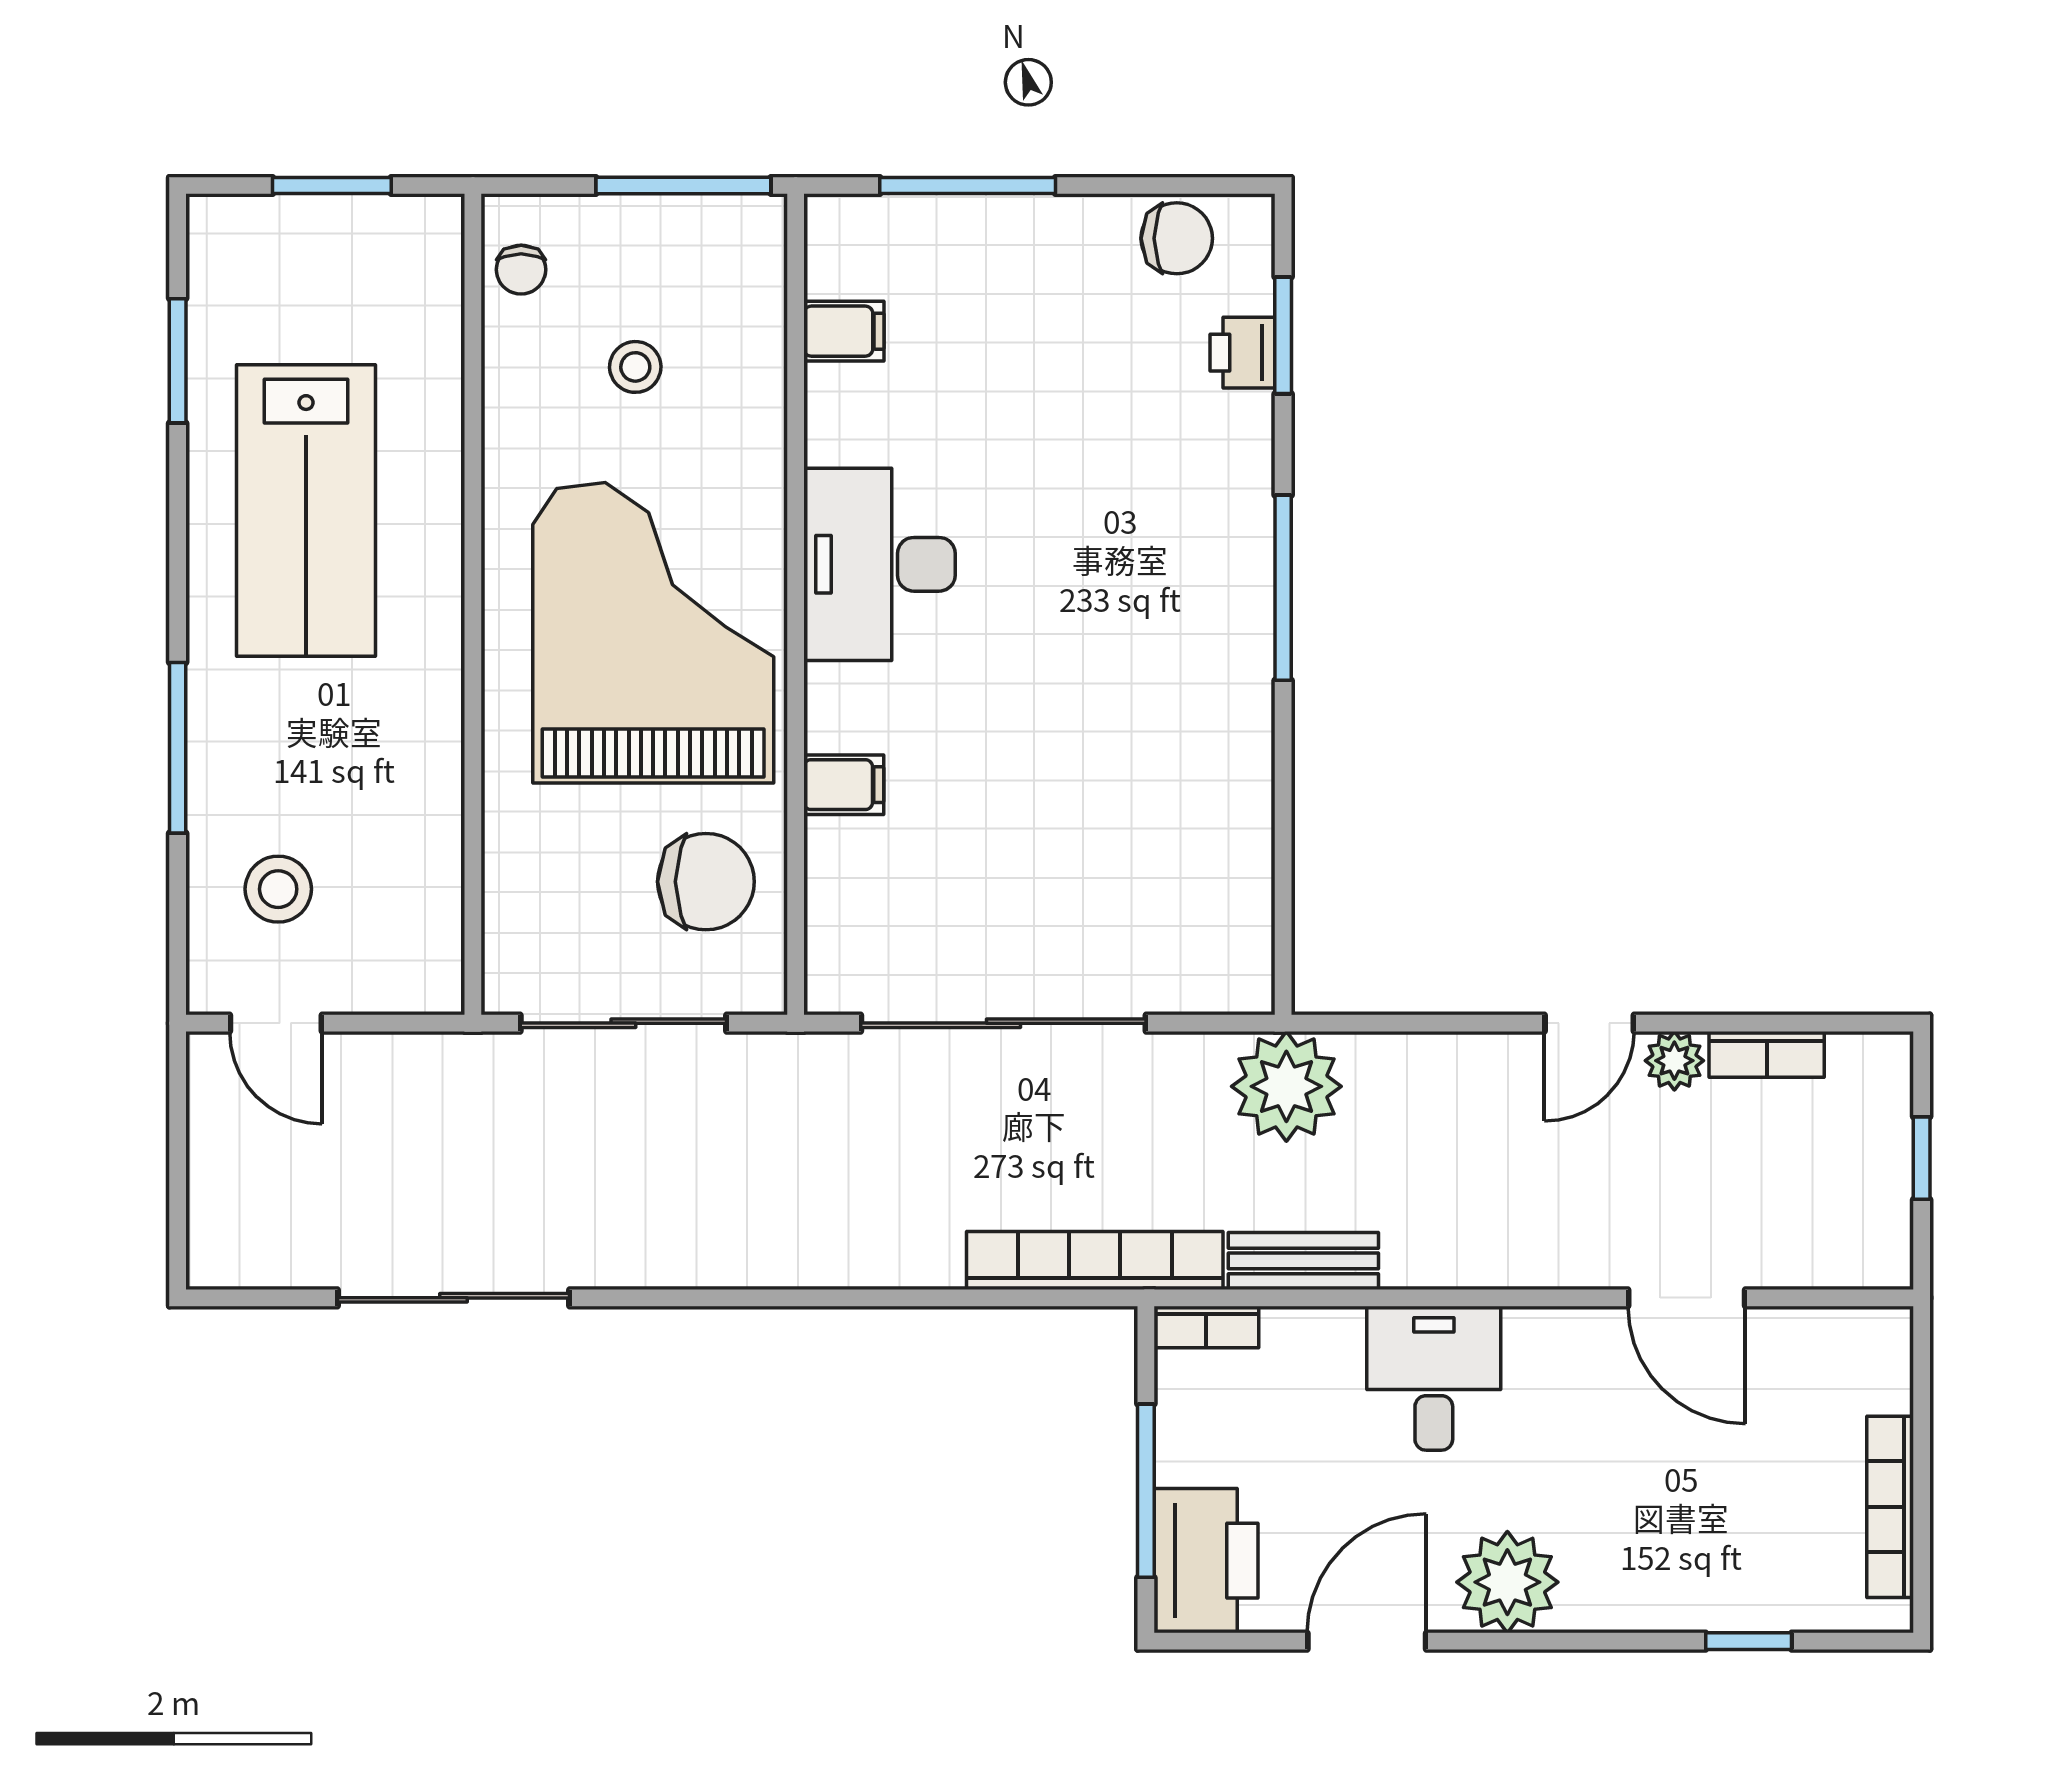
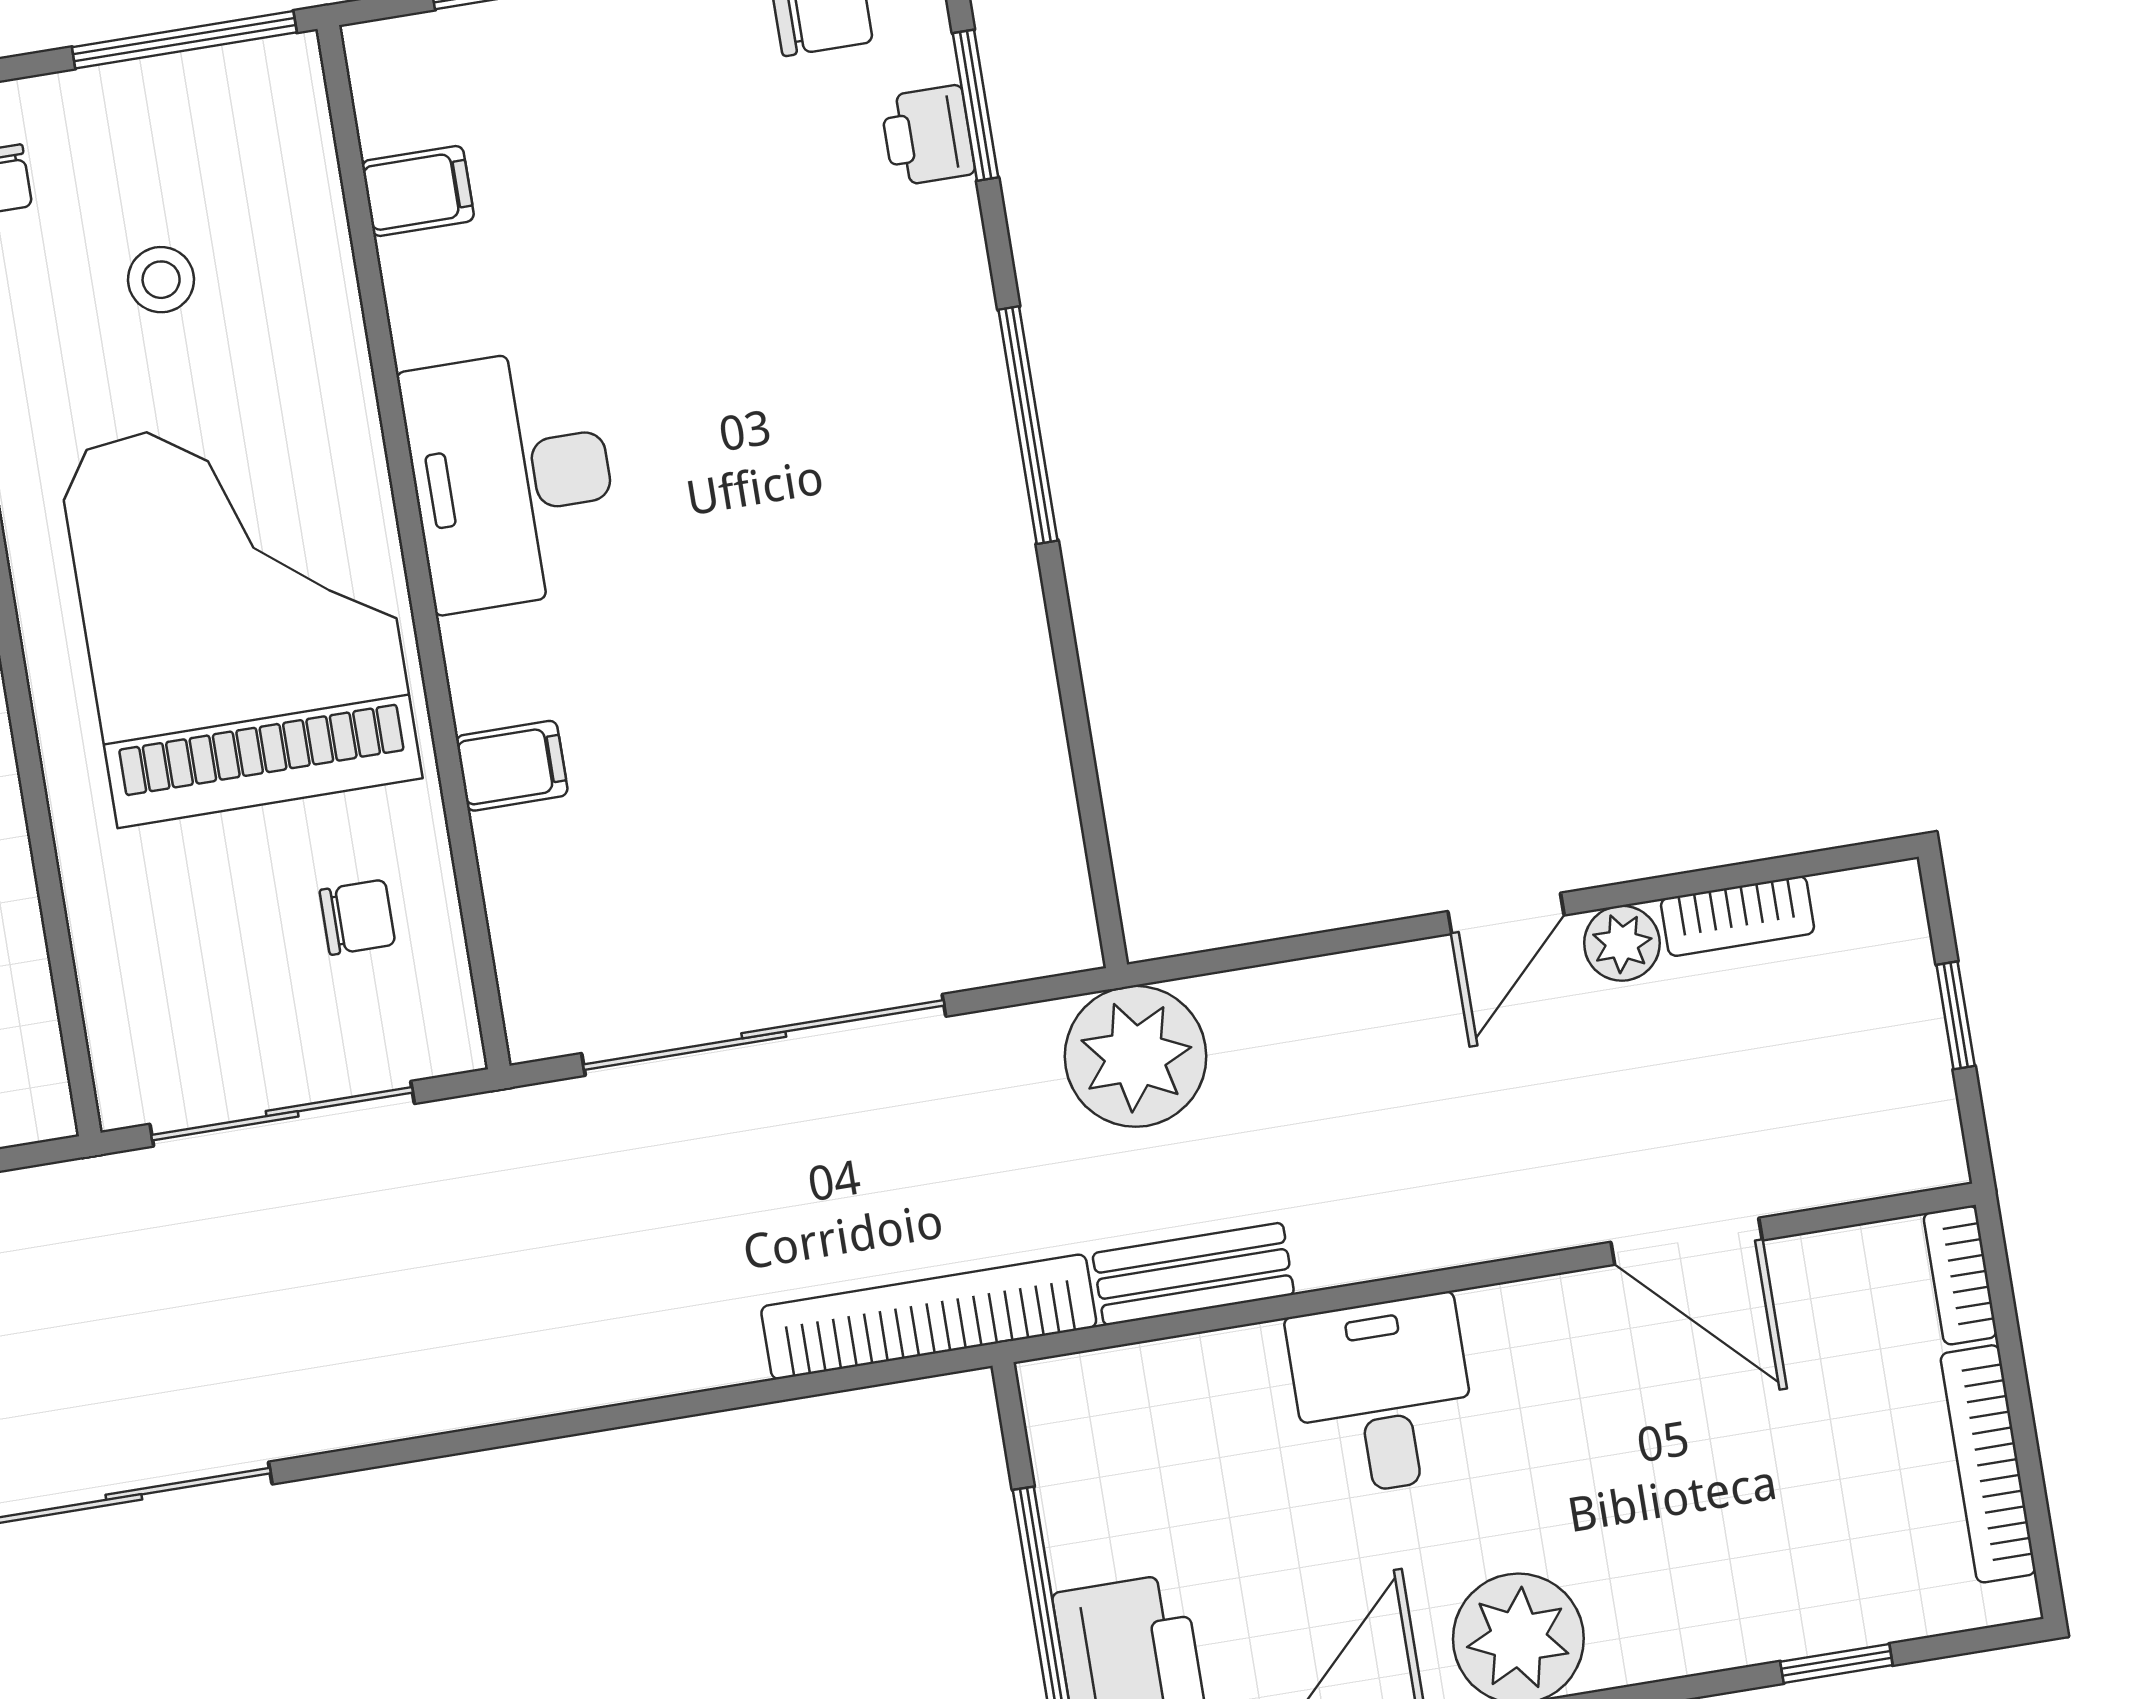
chair: (706, 882) -> (357, 917), width x0.54, depth x0.54
bookcase: (1206, 1327) -> (1960, 1275), moved, turned 90

